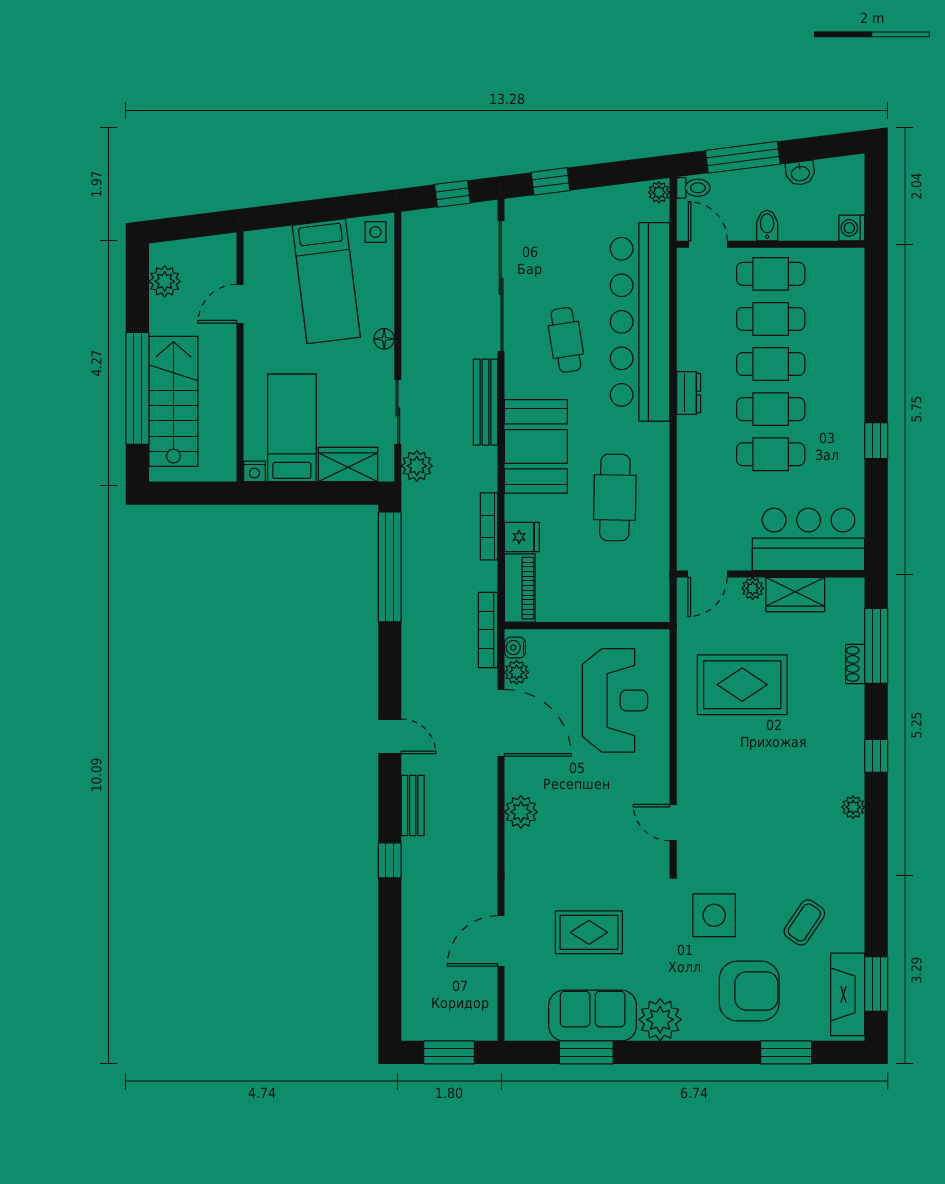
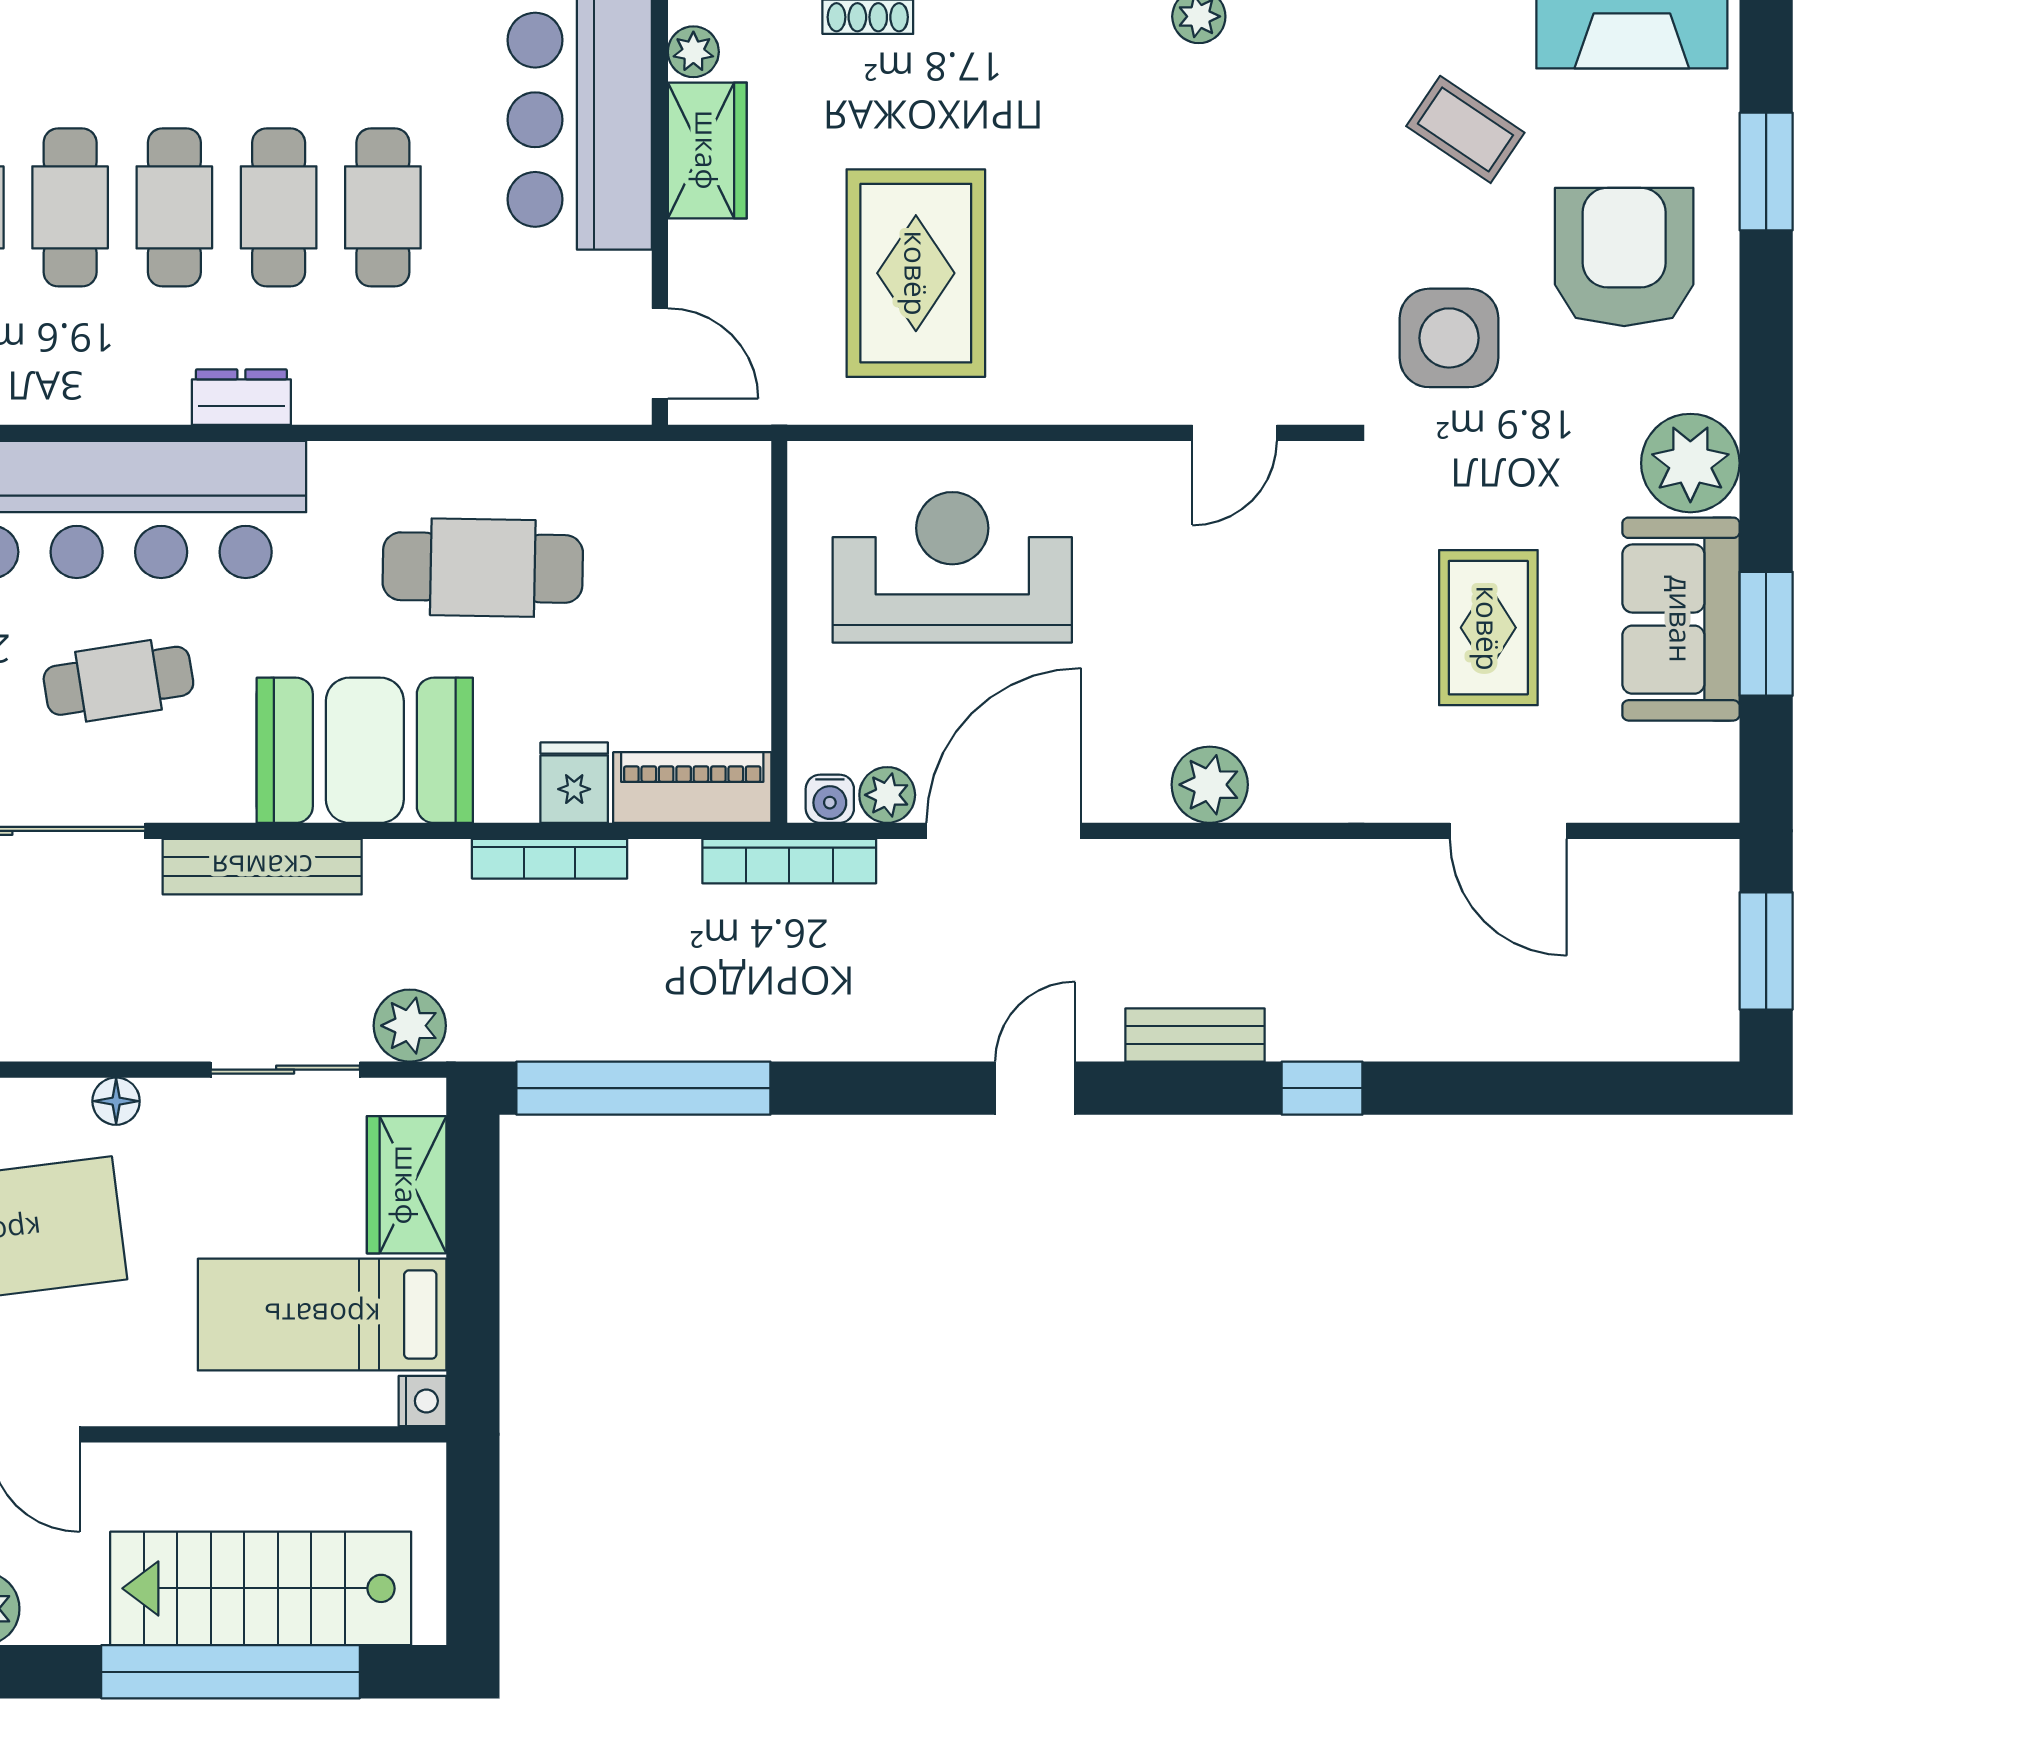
plant: (753, 588) -> (693, 52), moved

